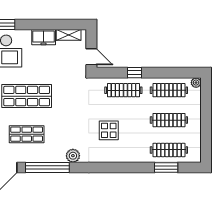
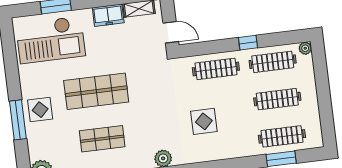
window: (134, 73) -> (248, 43), moved

